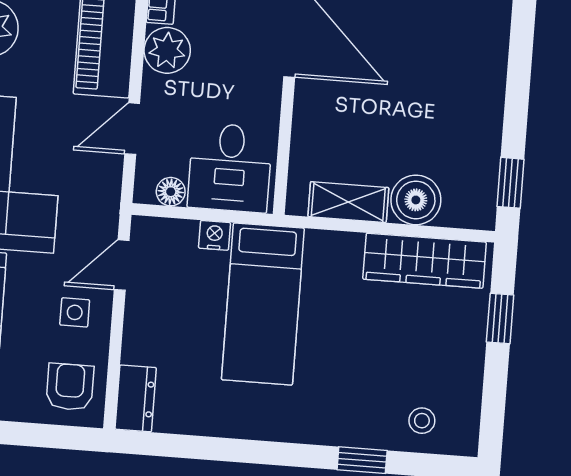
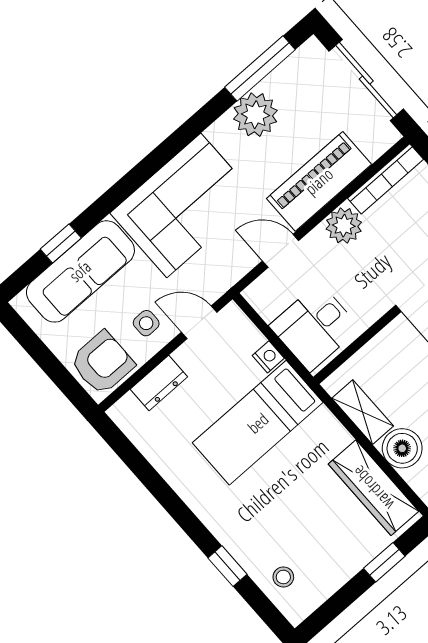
floor lamp: (171, 192) -> (268, 308), removed
armchair: (70, 387) -> (102, 363), width x1.38, depth x1.38
dresser: (136, 398) -> (159, 383), moved

